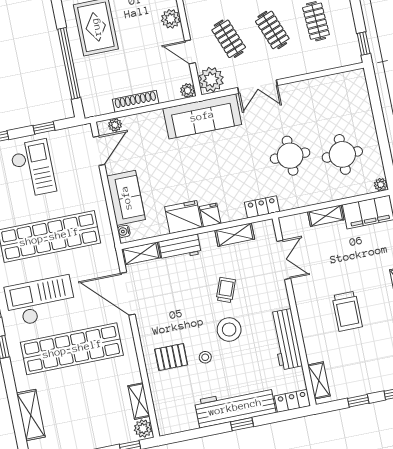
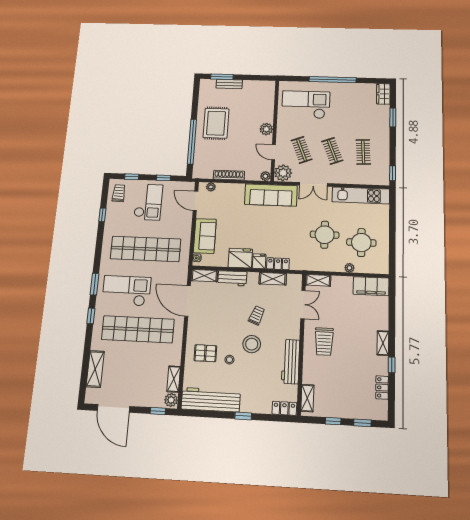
kitchen unit: (327, 87) -> (361, 195), added
door: (99, 151) -> (195, 201), swing flipped
plant: (381, 185) -> (349, 268), moved
locker: (262, 207) -> (278, 264), moved
shelving: (326, 216) -> (318, 280), moved
trolley: (347, 311) -> (324, 342), moved
workbench: (235, 407) -> (211, 400), moved

